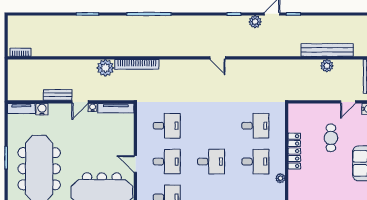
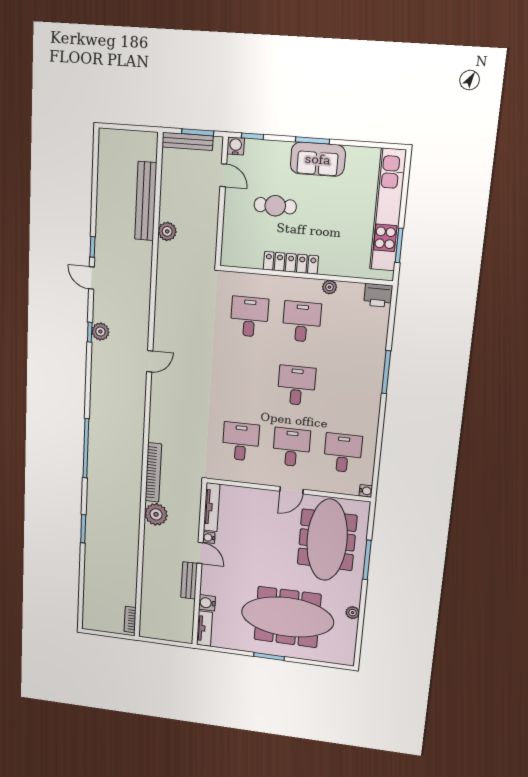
plant: (255, 22) -> (100, 332), moved
plant: (327, 66) -> (167, 231), moved

